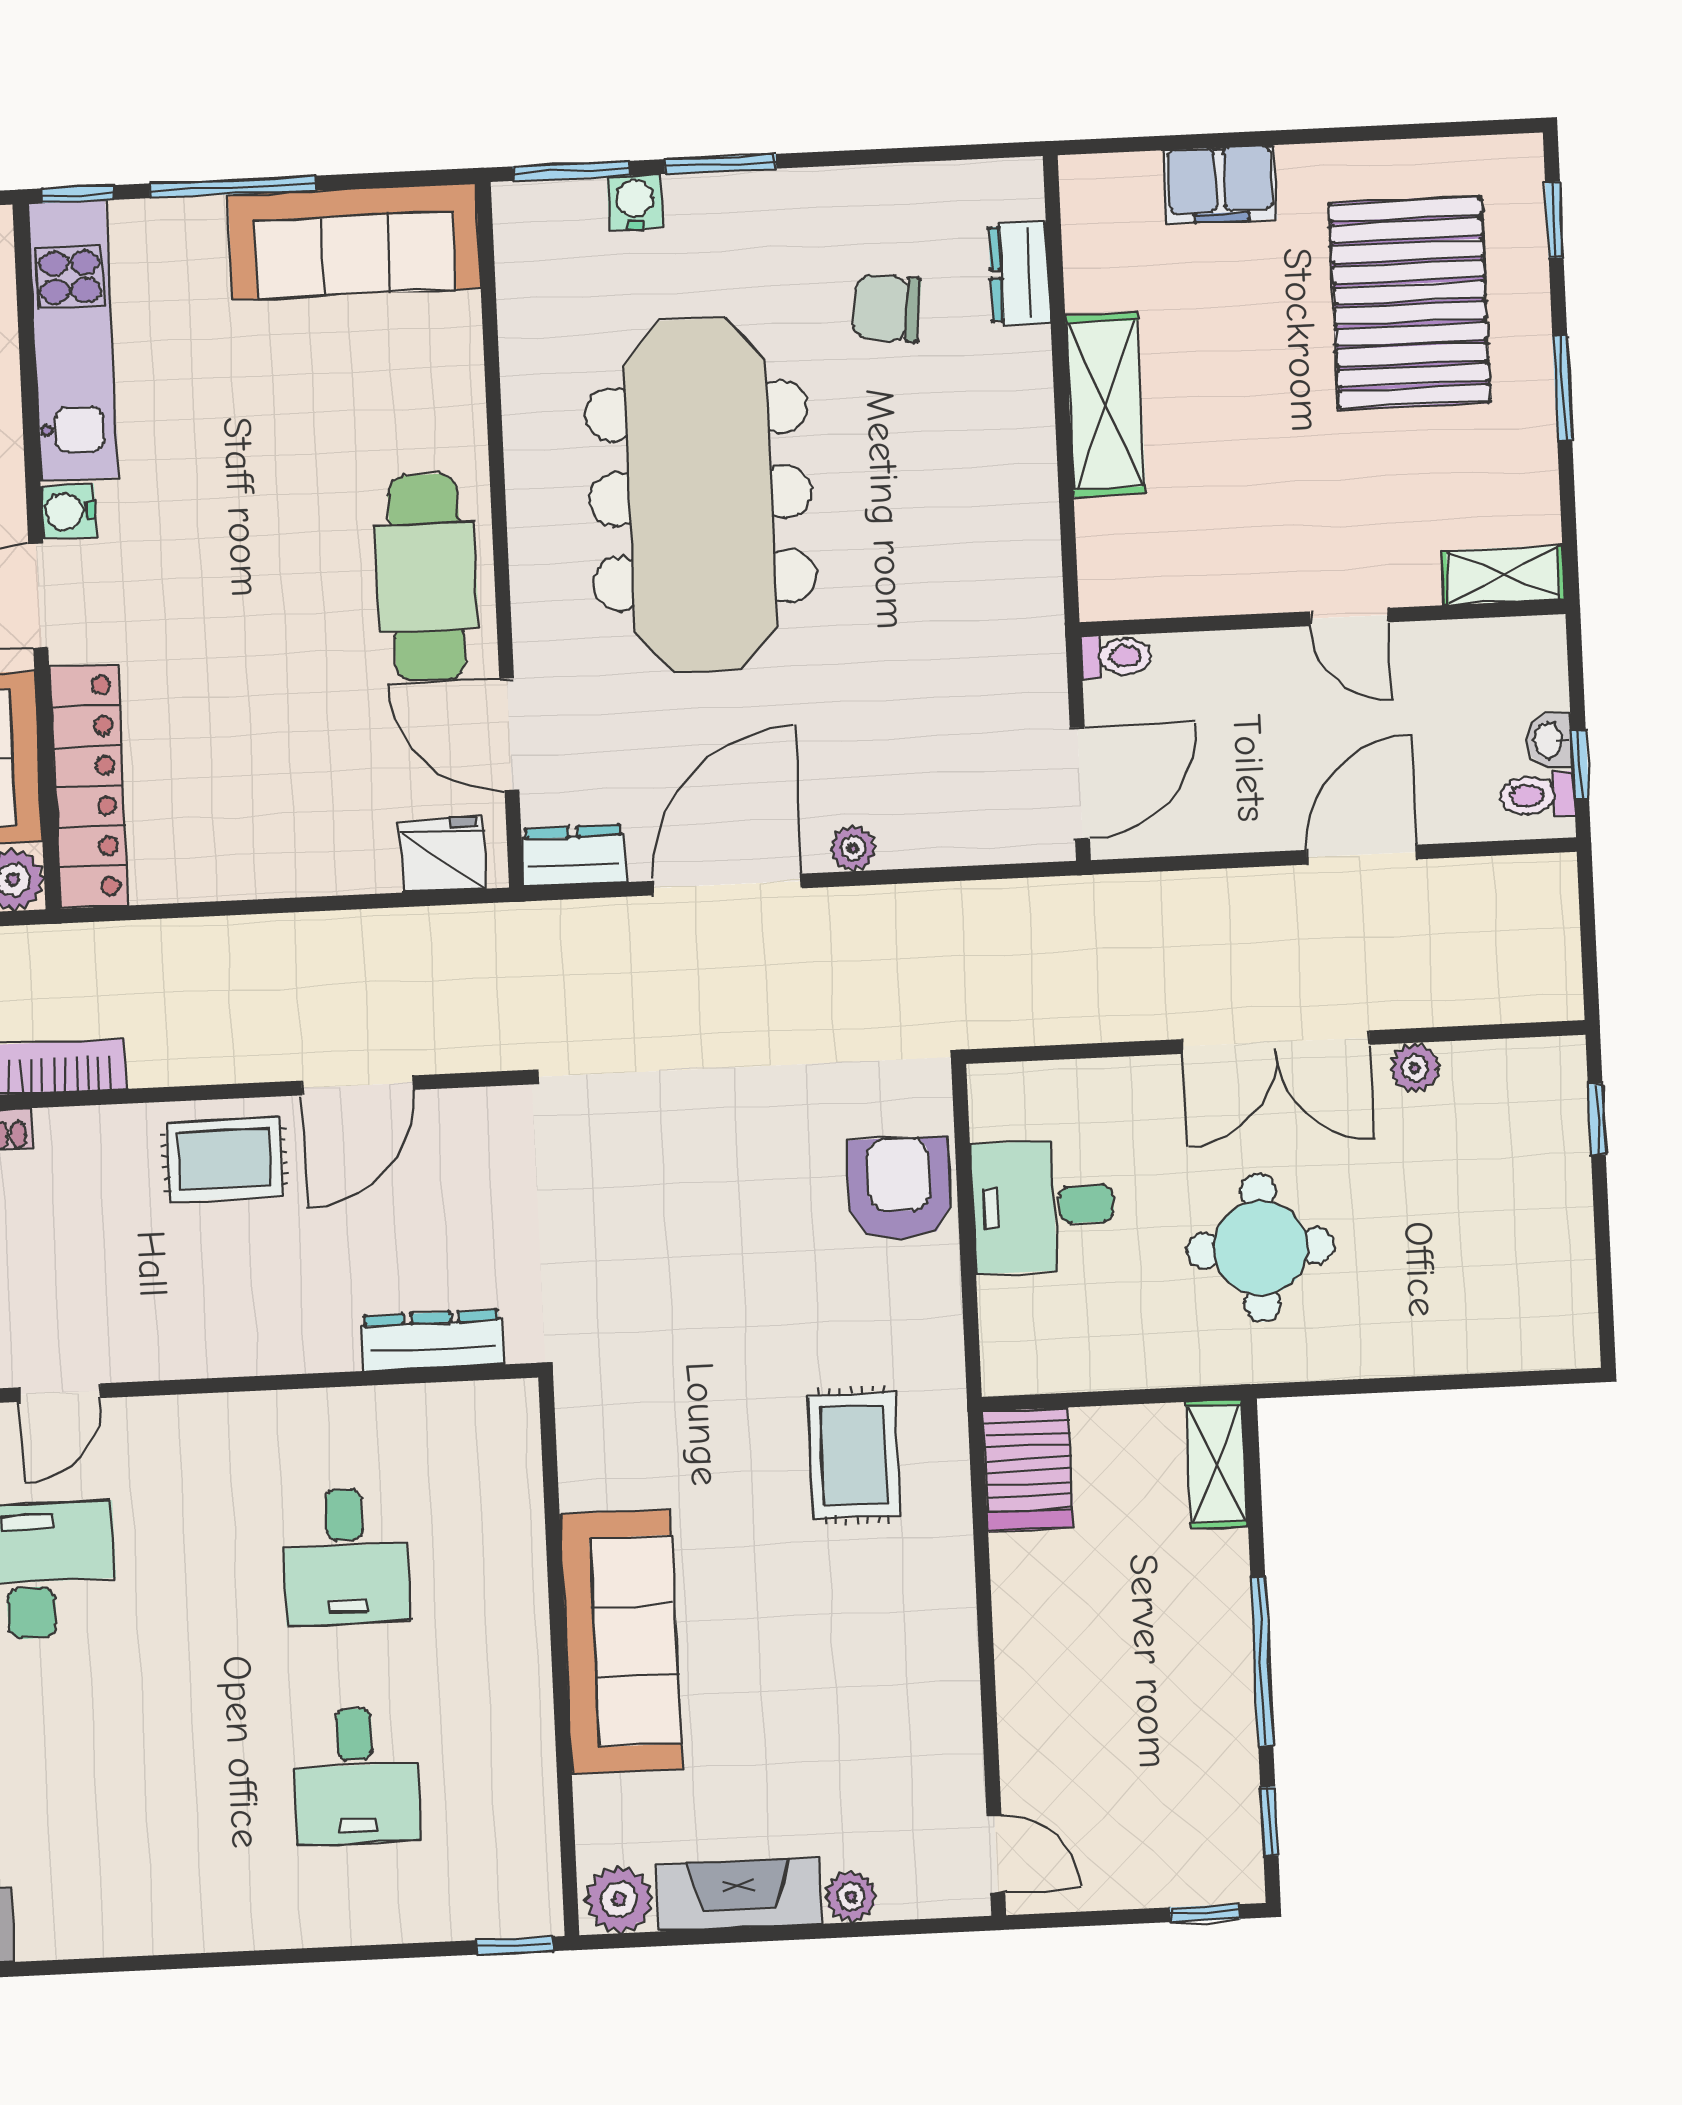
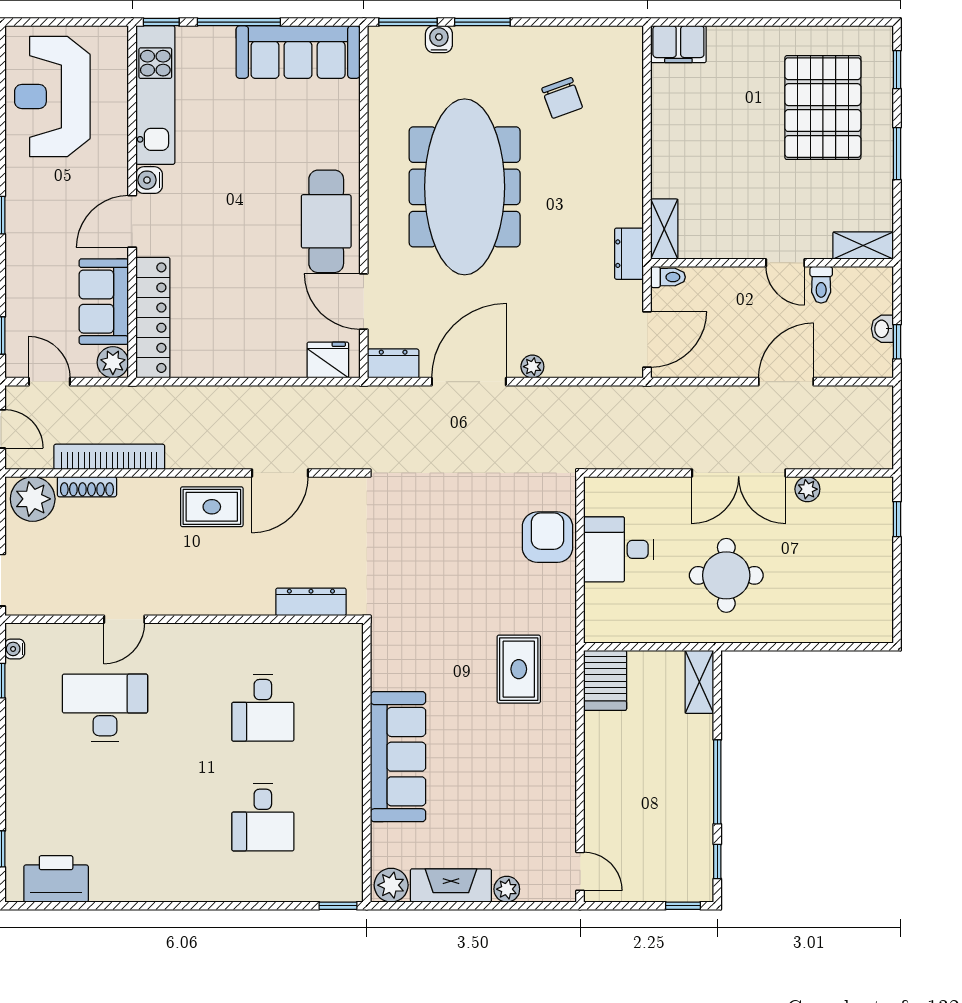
filing cabinet: (1220, 185) -> (678, 44), moved
dresser: (1020, 273) -> (629, 254), moved
chair: (887, 308) -> (562, 98), turned -116
shelving: (1106, 405) -> (664, 229), moved, width x0.67, depth x0.75
toilet: (1537, 795) -> (821, 285), moved, turned -90

